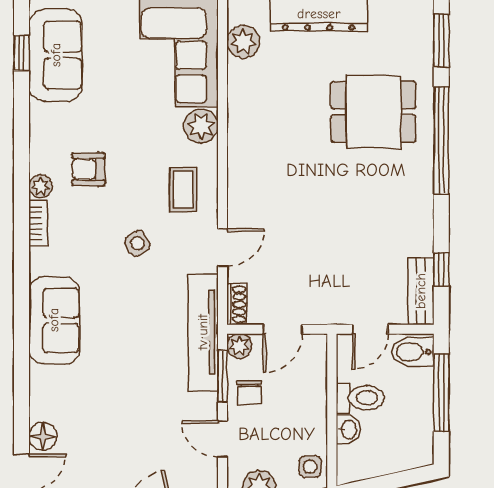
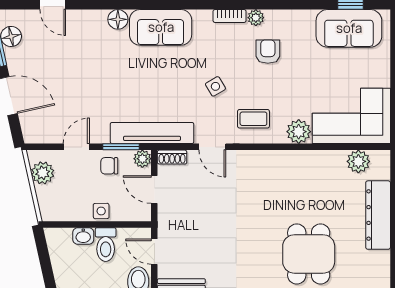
floor lamp: (43, 436) -> (118, 19), moved
side table: (310, 466) -> (101, 211), moved

